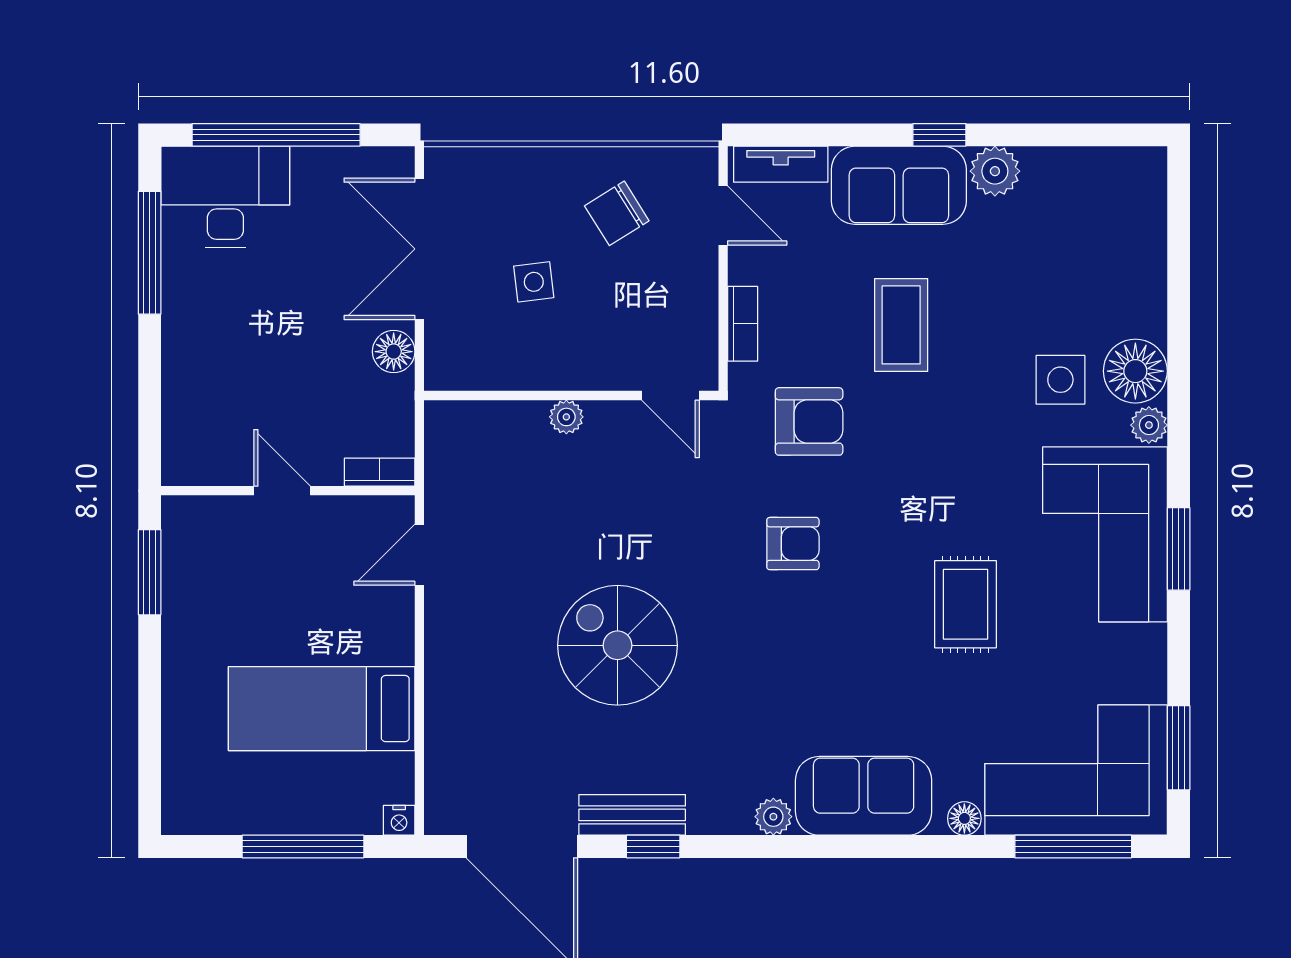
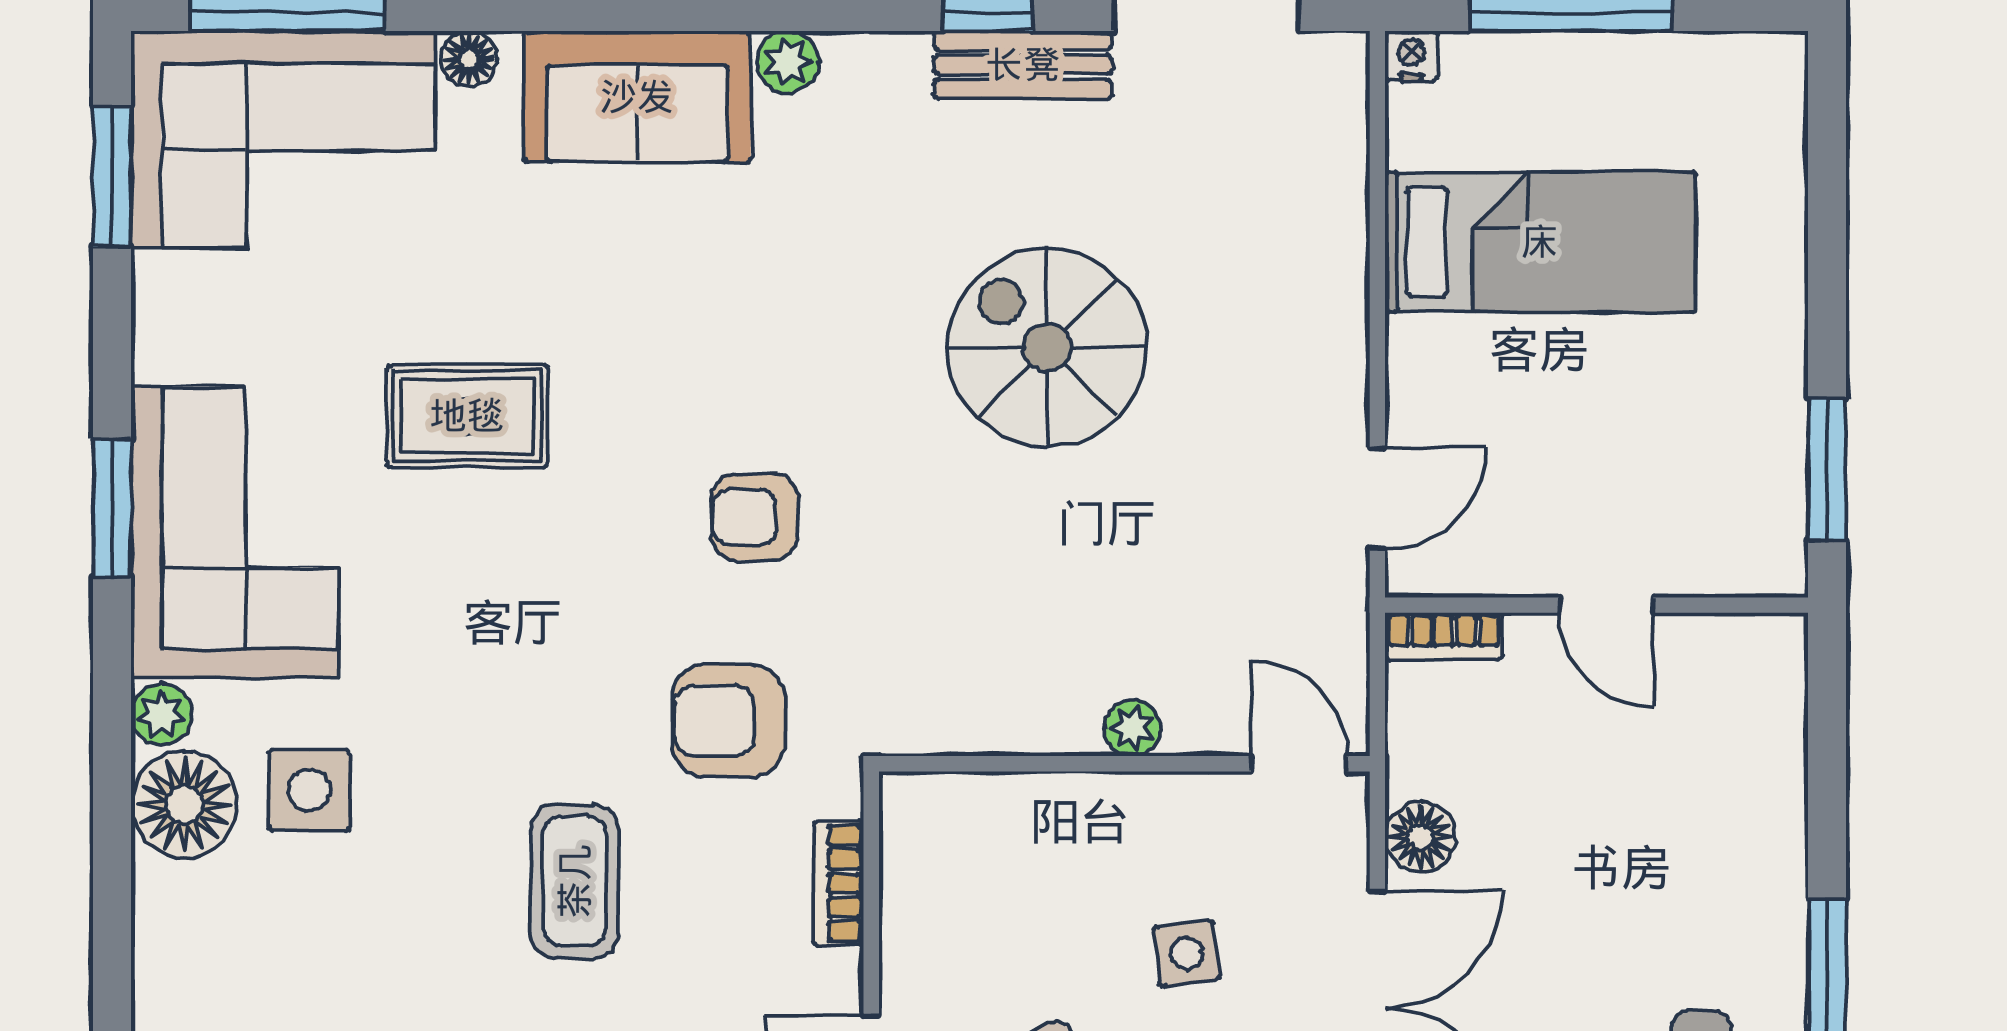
door: (670, 396) -> (1299, 764), moved
rug: (966, 604) -> (467, 416), turned 90
spiral stairs: (617, 645) -> (1047, 347), turned 180

